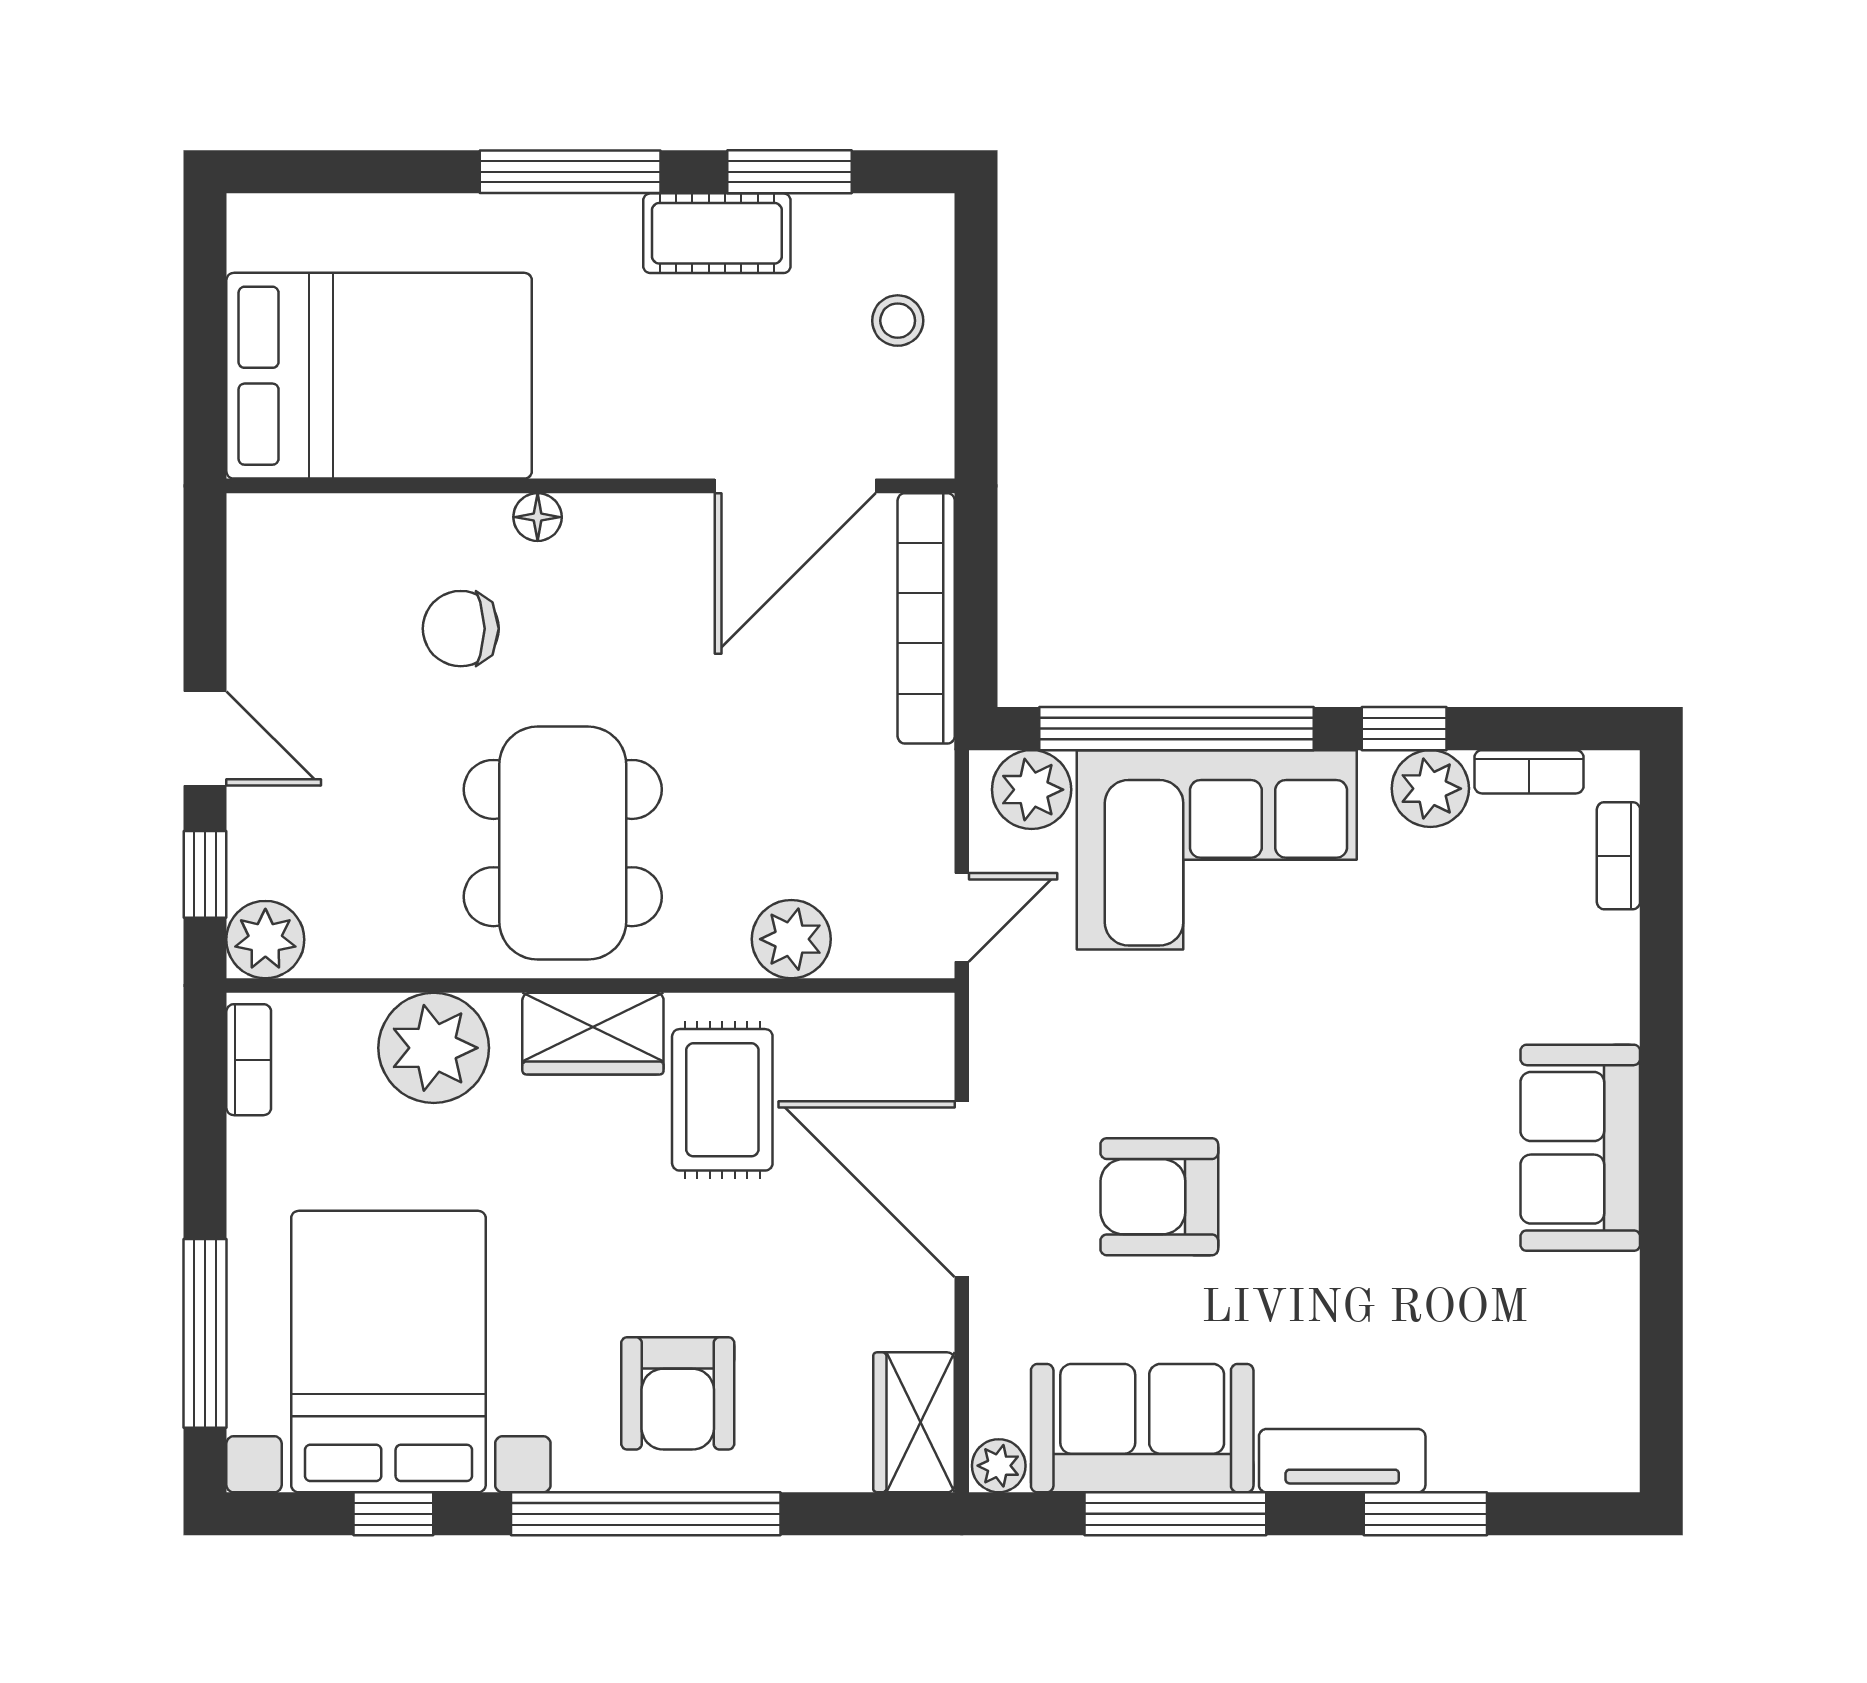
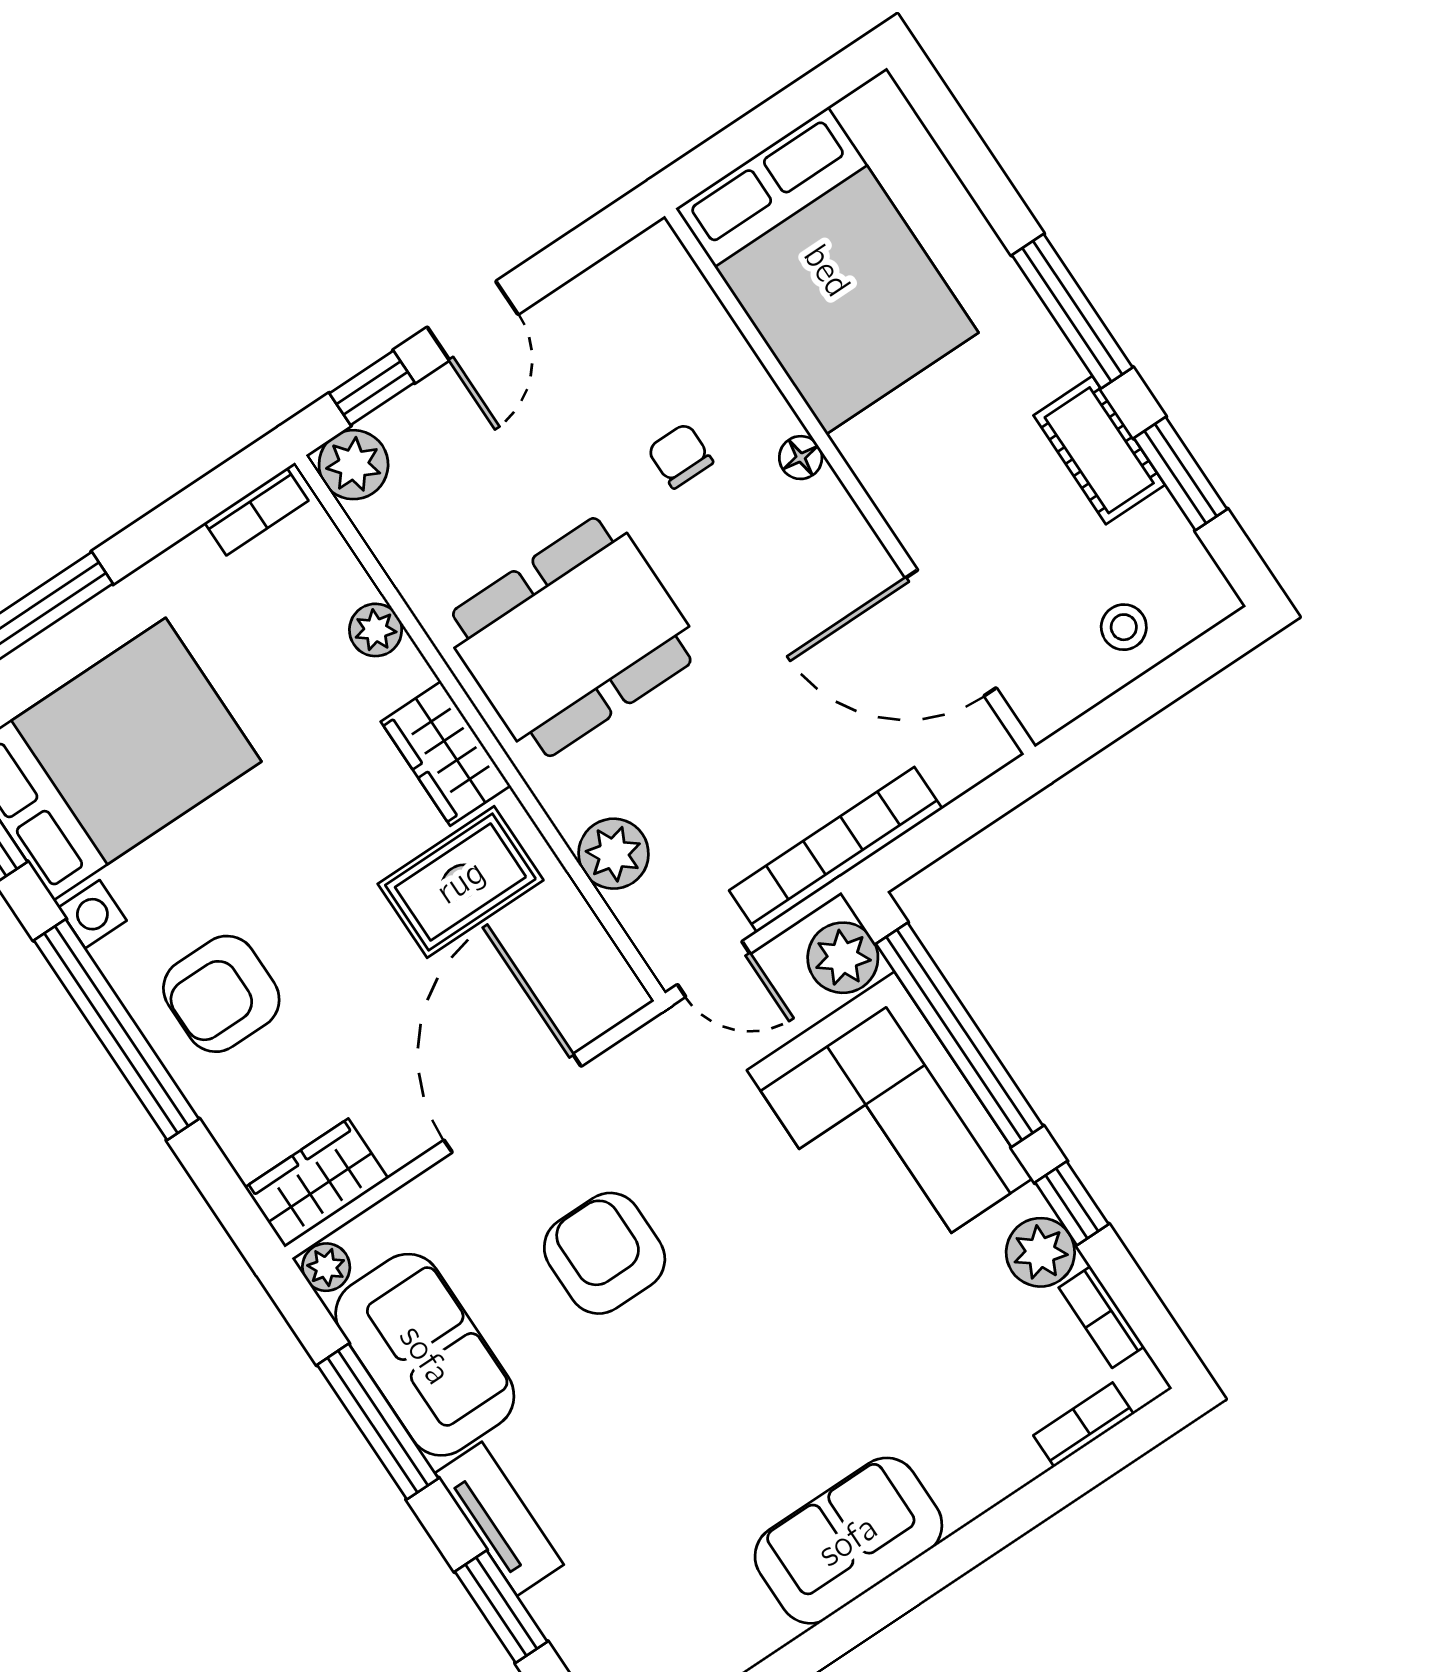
bookcase: (926, 618) -> (836, 850), moved
chair: (461, 629) -> (680, 456), width x0.73, depth x0.73
plant: (434, 1048) -> (376, 630), width x0.53, depth x0.53

